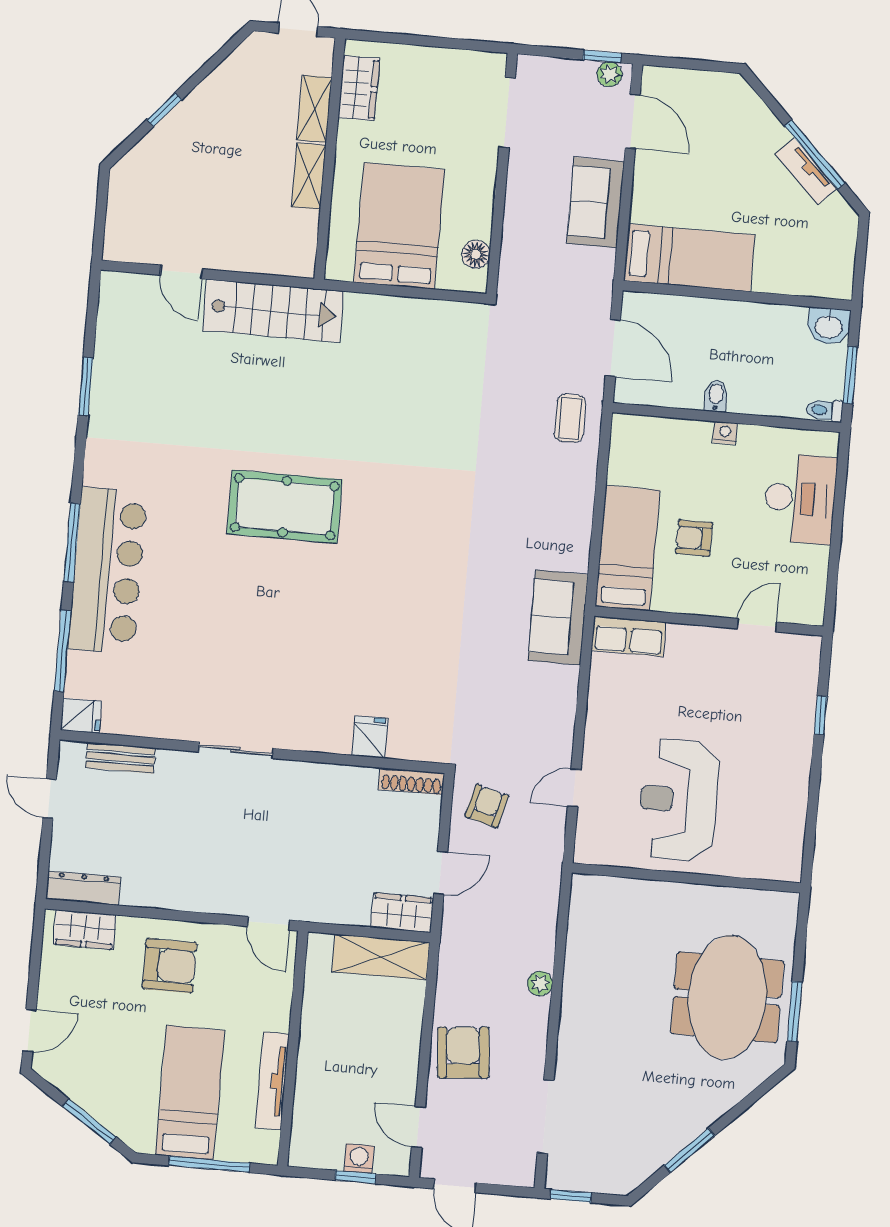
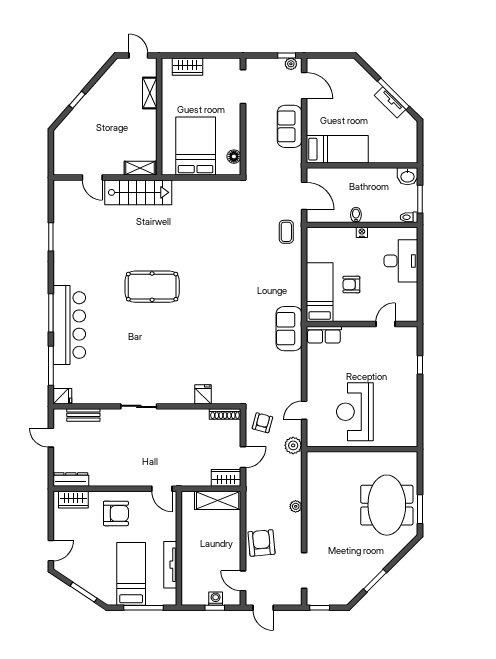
wardrobe: (359, 88) -> (188, 67), moved, turned 90
shelving: (309, 176) -> (140, 168), moved, turned 90
plant: (546, 858) -> (293, 445), added

